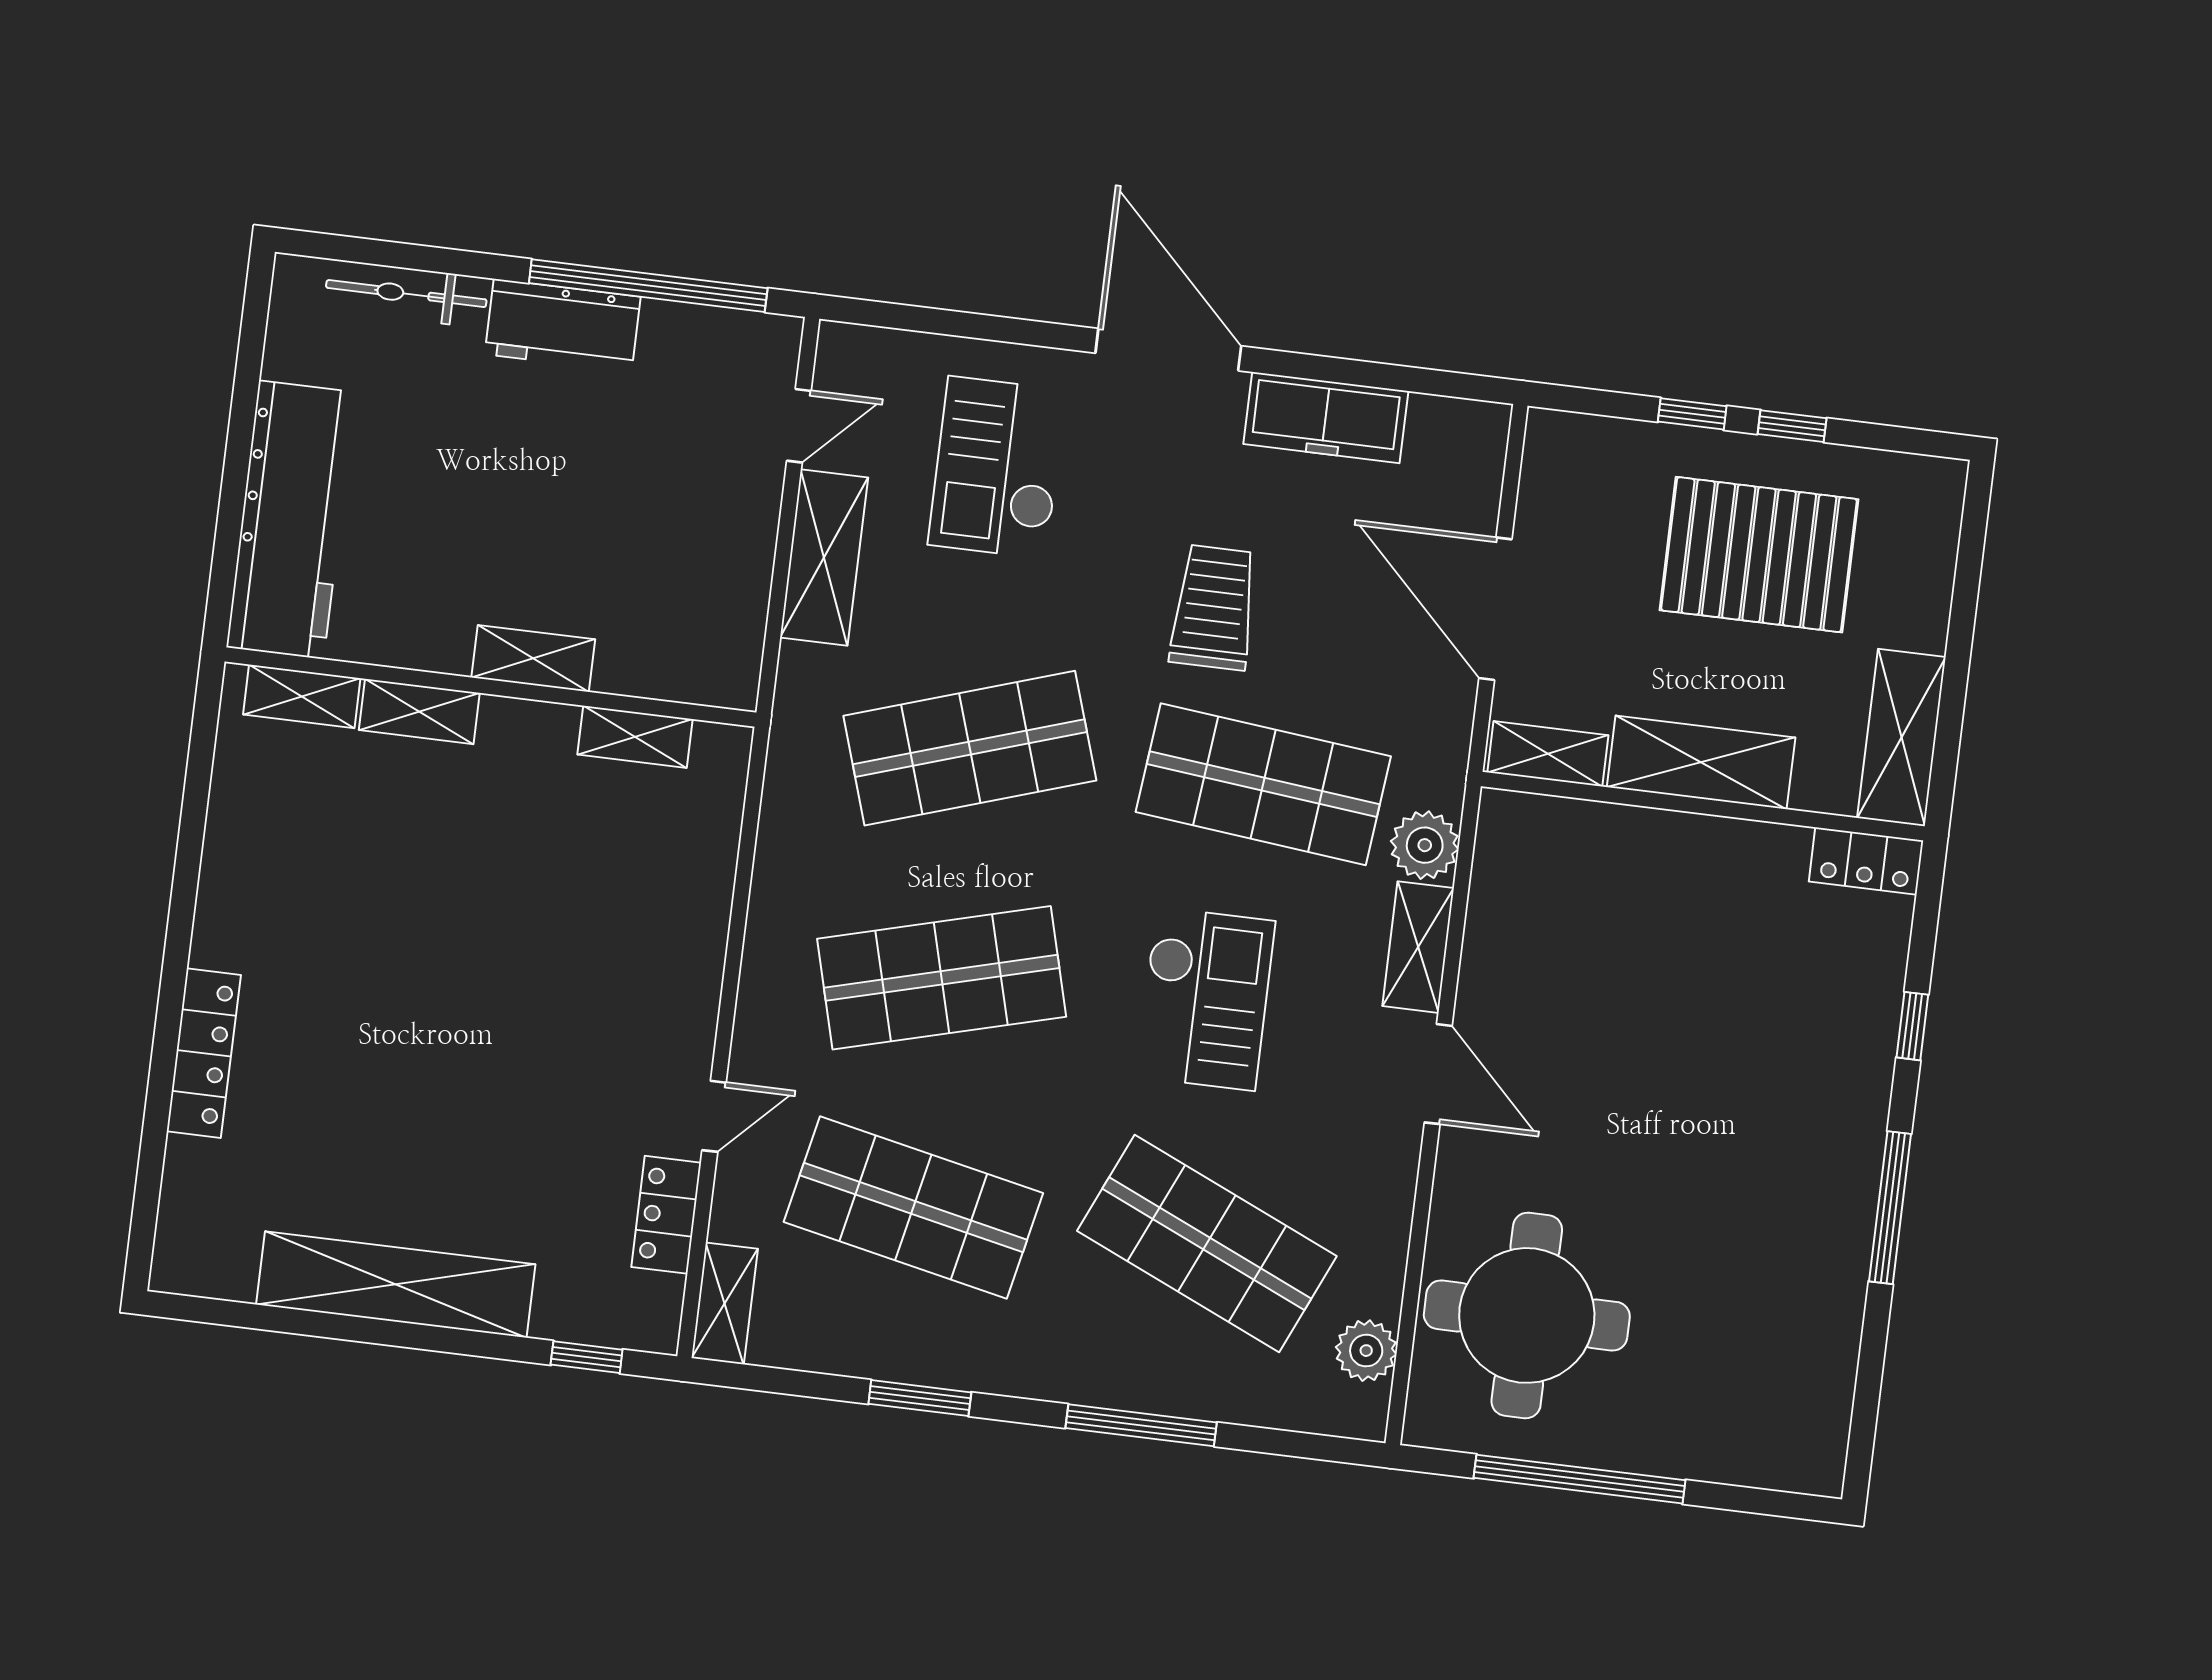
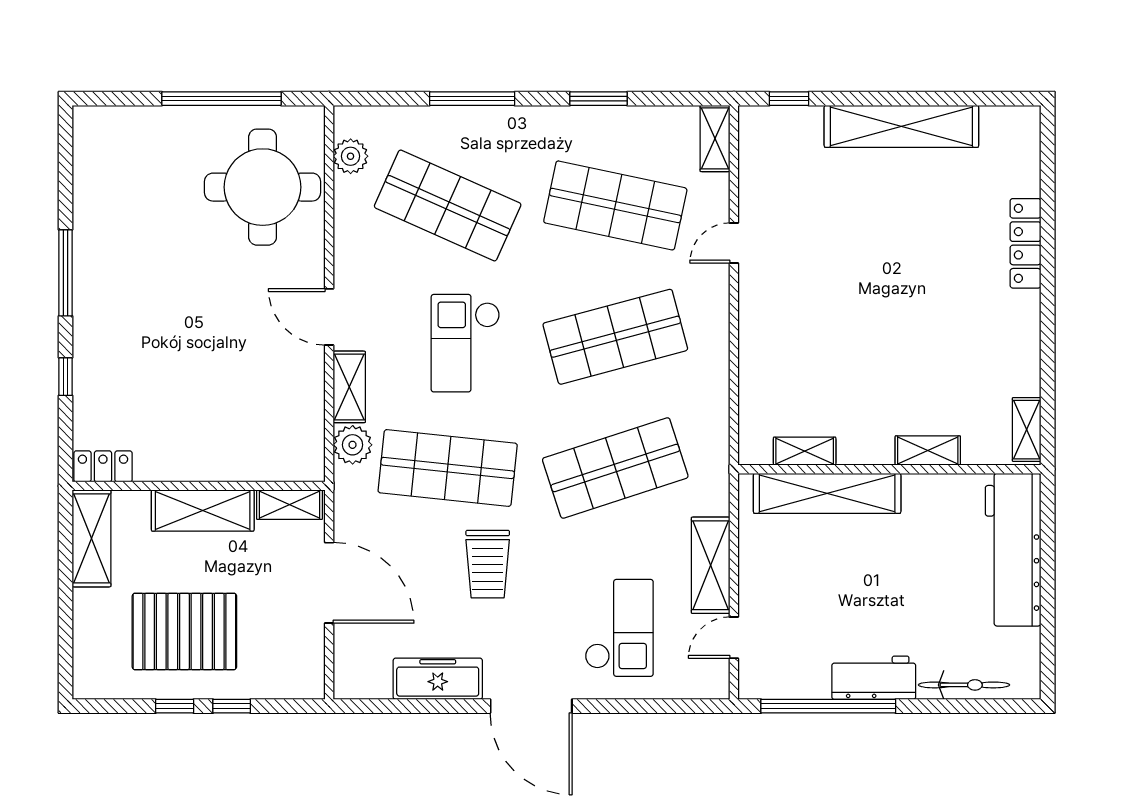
shelving: (533, 658) -> (827, 493), width x2.20, depth x1.33
shelving: (302, 696) -> (1027, 430), moved, turned 90
locker: (666, 1215) -> (754, 184), removed

